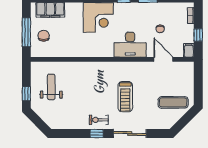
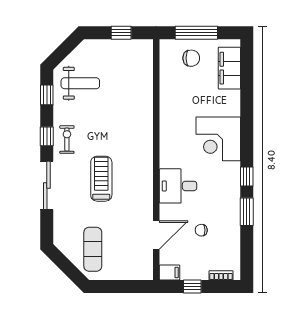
desk: (130, 45) -> (178, 186), width x0.73
weight bench: (51, 87) -> (80, 83), moved
window: (26, 94) -> (121, 33), moved
treadmill: (125, 97) -> (101, 179), turned 90
window: (68, 133) -> (47, 95), added

